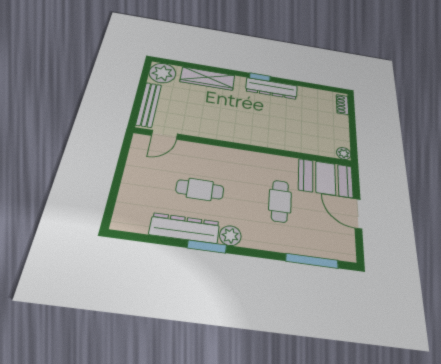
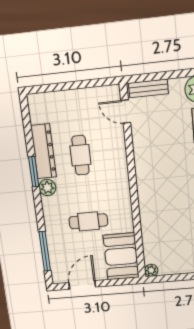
bench: (149, 105) -> (148, 88), width x0.73
door: (358, 214) -> (82, 285), moved

